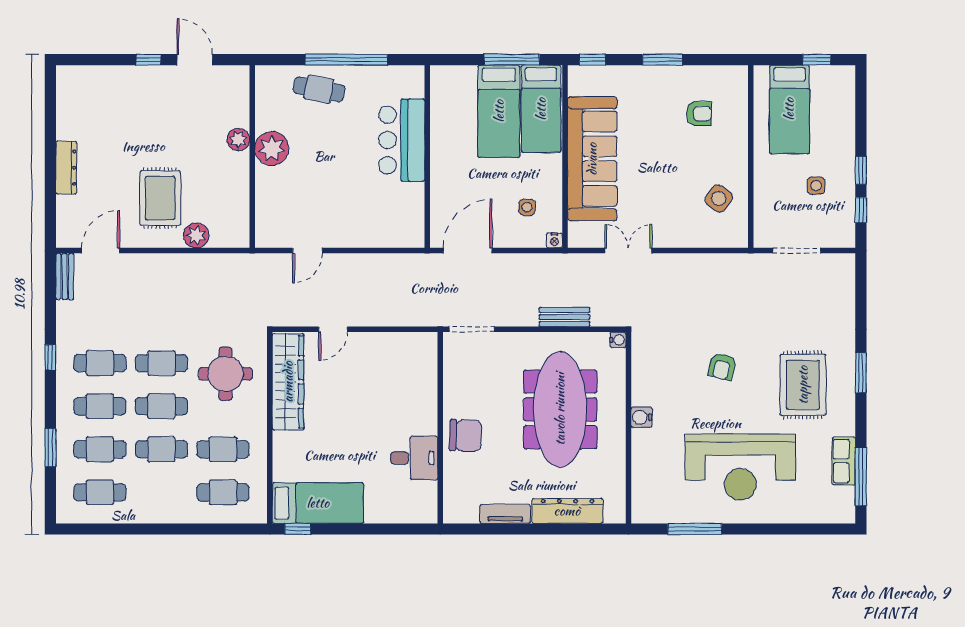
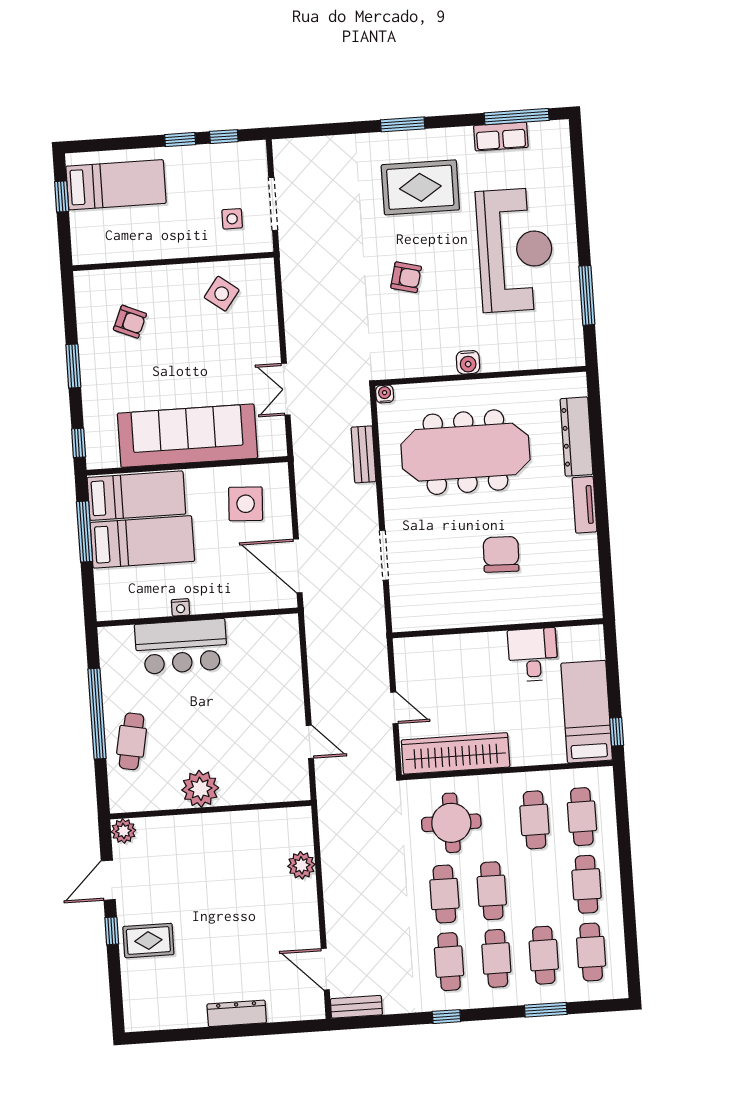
bed: (789, 109) -> (116, 185), moved
armchair: (699, 114) -> (130, 322), turned 113
plant: (238, 140) -> (123, 831), moved
side table: (816, 186) -> (232, 219), moved
rug: (160, 198) -> (148, 941), moved, width x0.73, depth x0.70
side table: (527, 207) -> (246, 504), width x1.87, depth x1.87
nightstand: (554, 240) -> (180, 607), moved, turned 90
wall: (440, 428) -> (498, 628), moved
cafe table: (161, 449) -> (587, 884), moved
desk: (414, 458) -> (533, 655), moved

